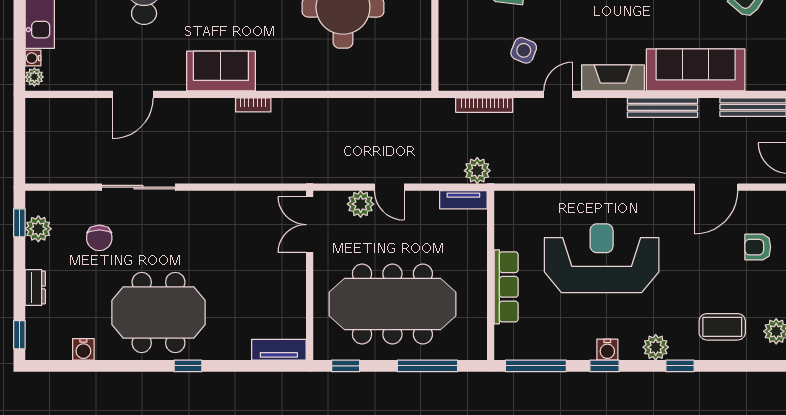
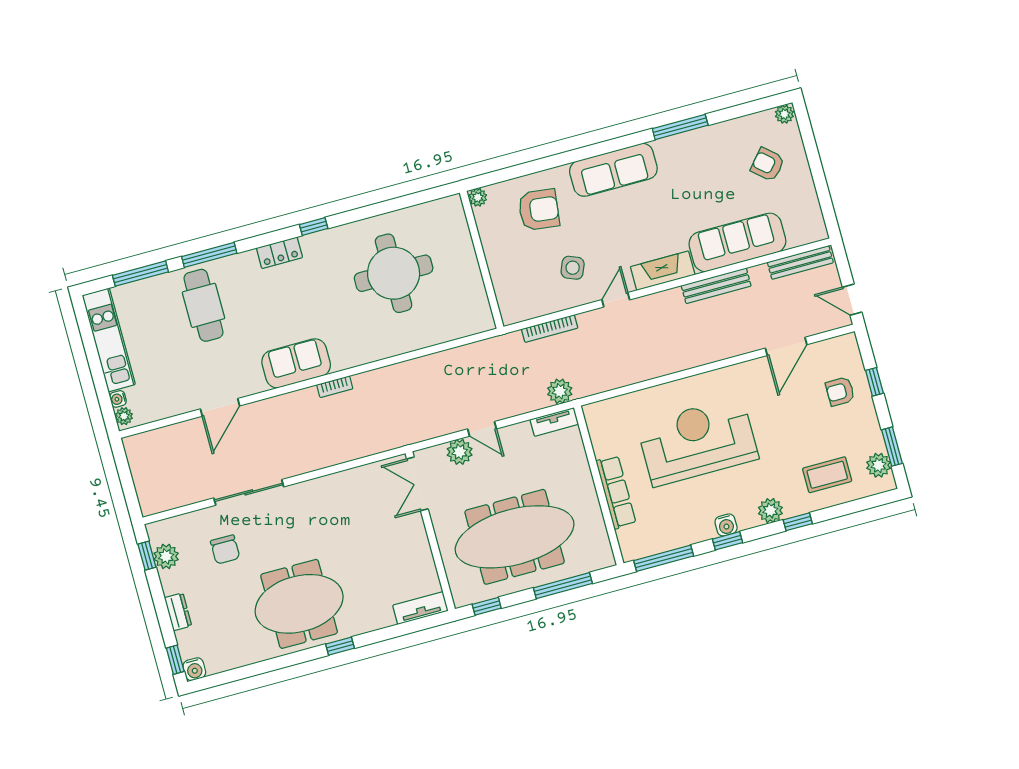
water cooler: (83, 349) -> (194, 669), moved

